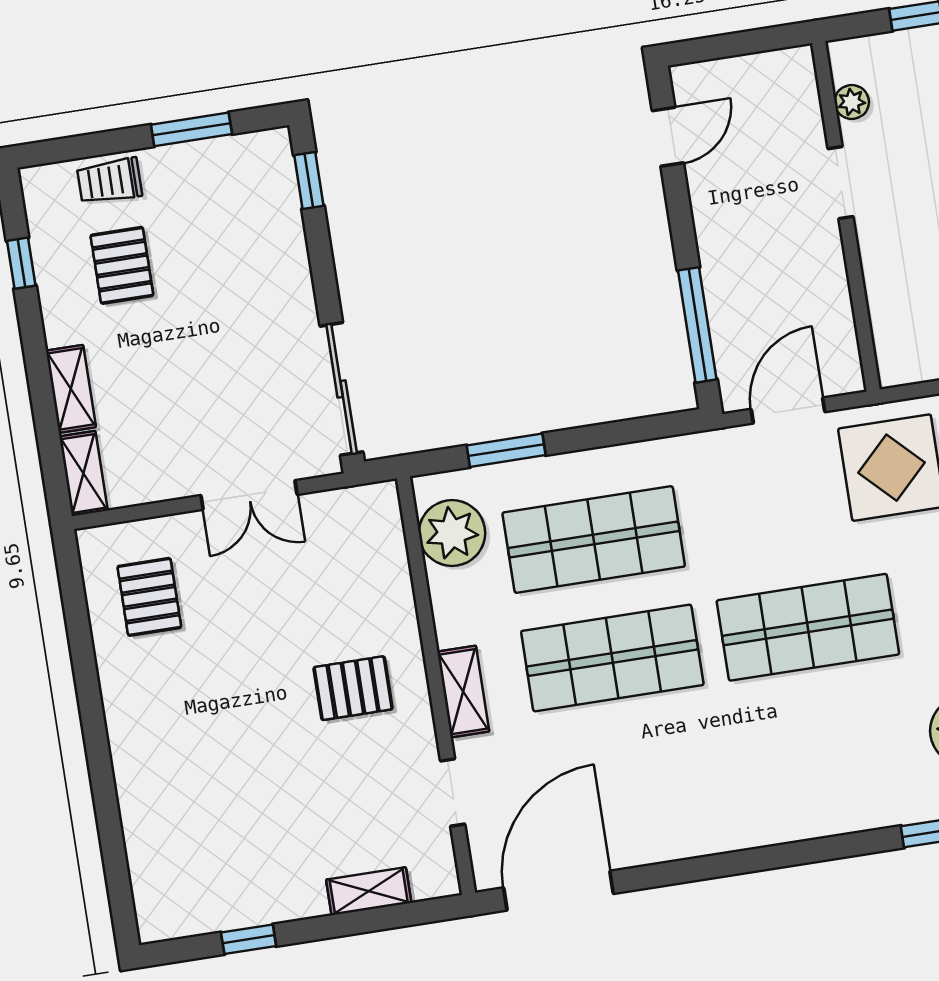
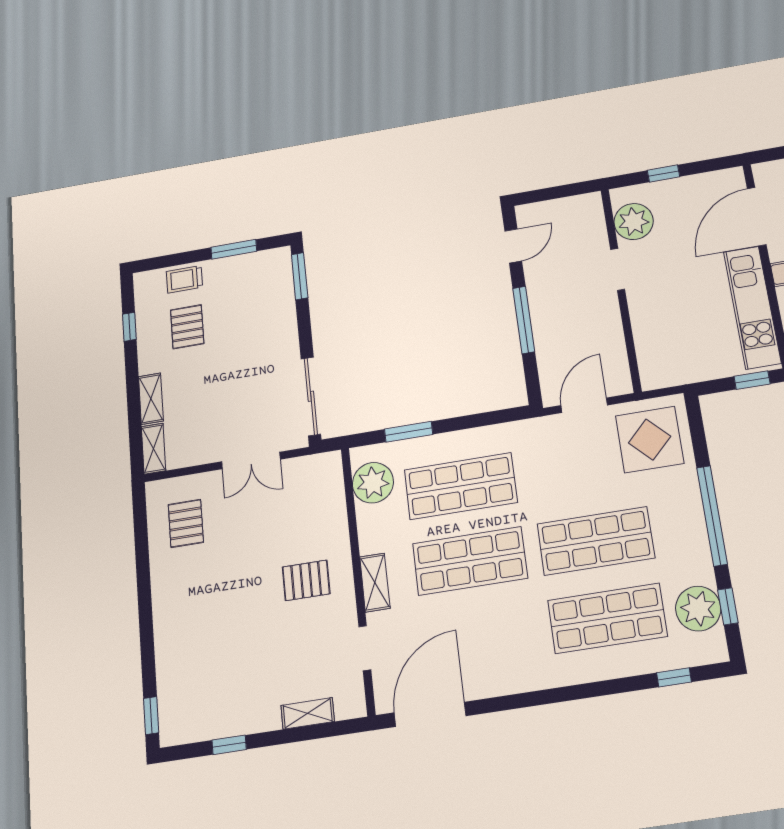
plant: (852, 102) -> (634, 222), width x1.88, depth x1.88
window: (309, 180) -> (300, 276), width x1.50
window: (697, 325) -> (524, 320), moved
shop shelf: (826, 746) -> (607, 618), added
window: (121, 897) -> (151, 716), added

